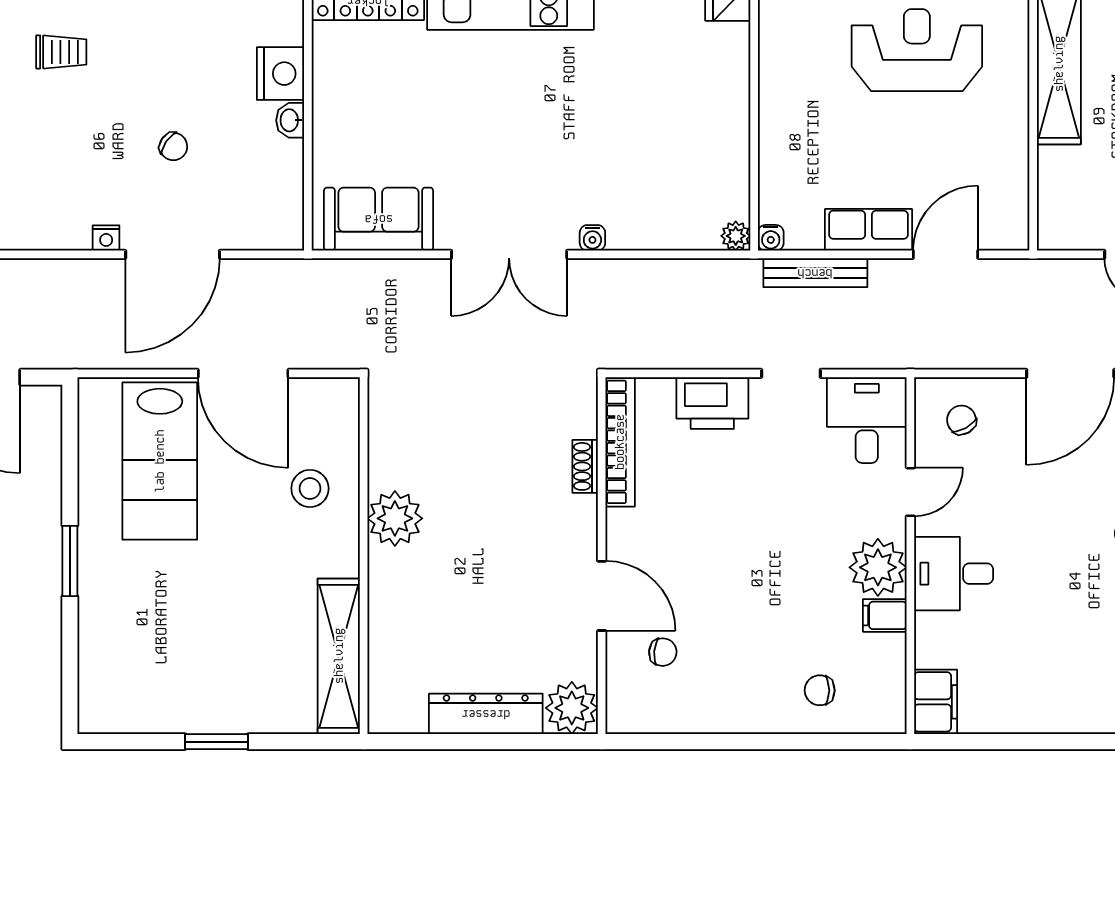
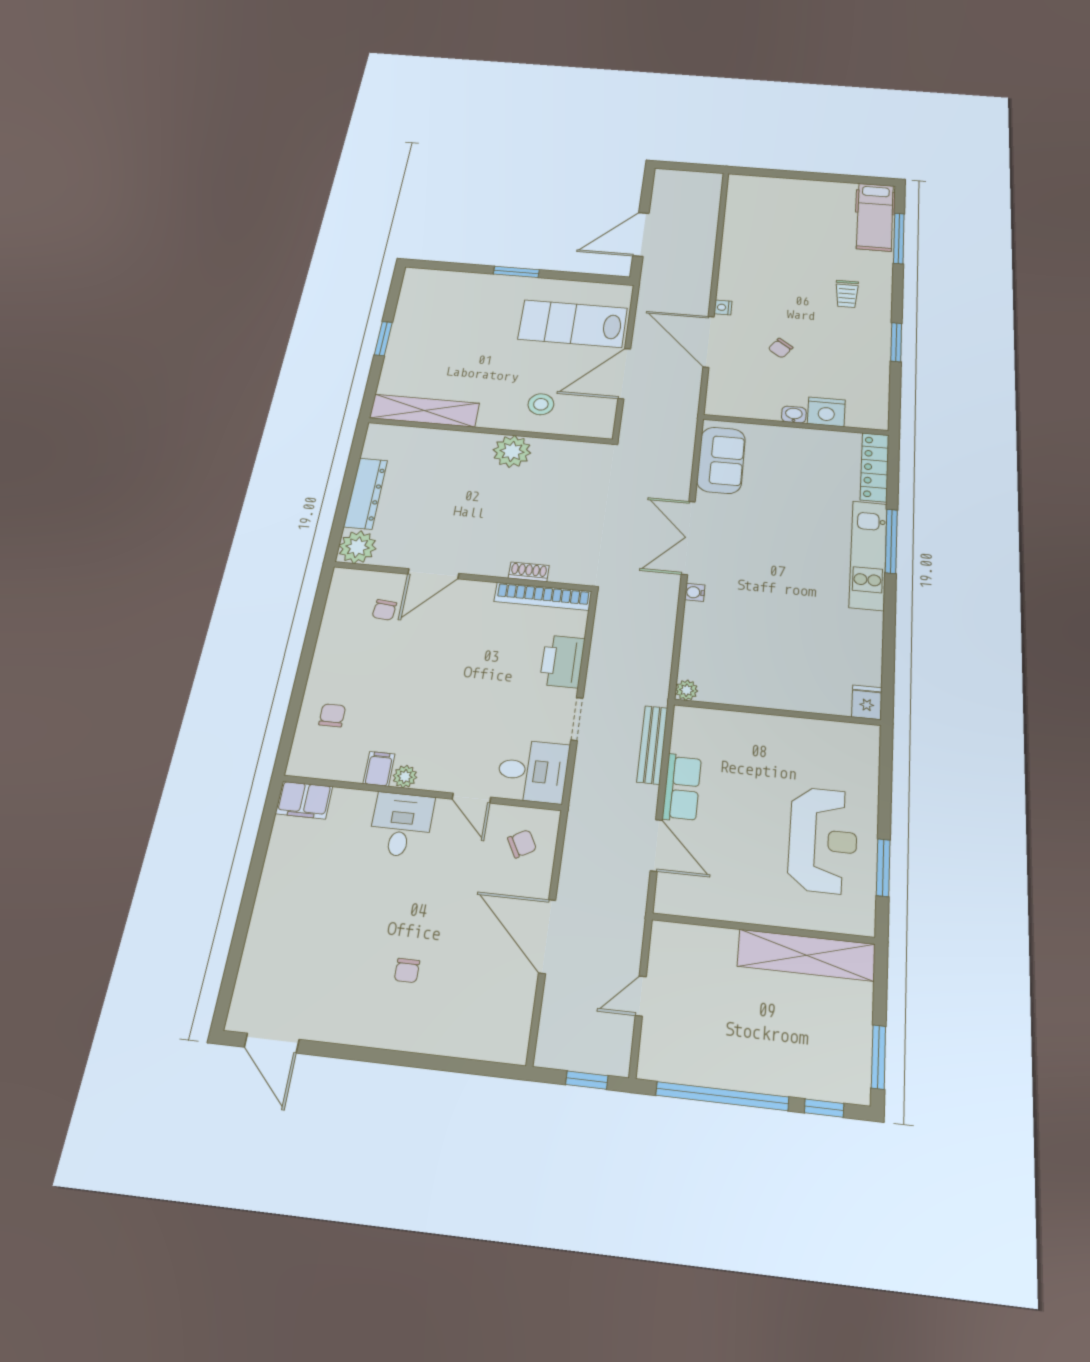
water cooler: (771, 238) -> (683, 715), removed
plant: (878, 567) -> (405, 777), width x0.53, depth x0.53

